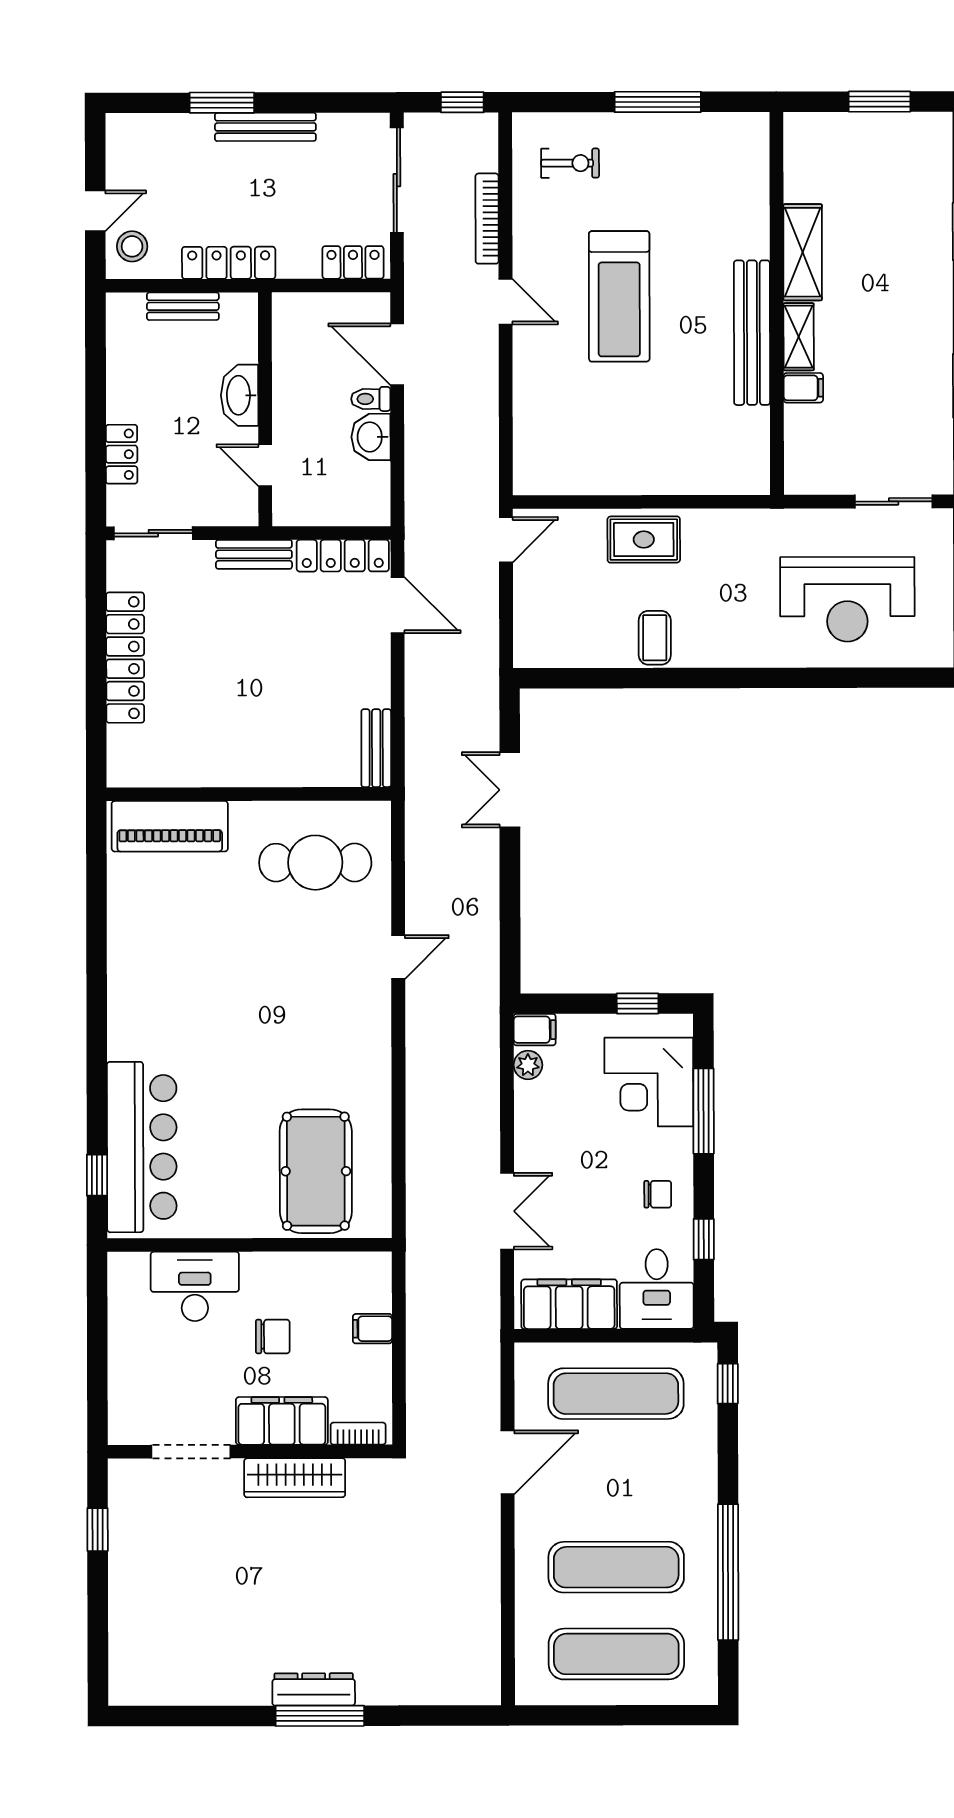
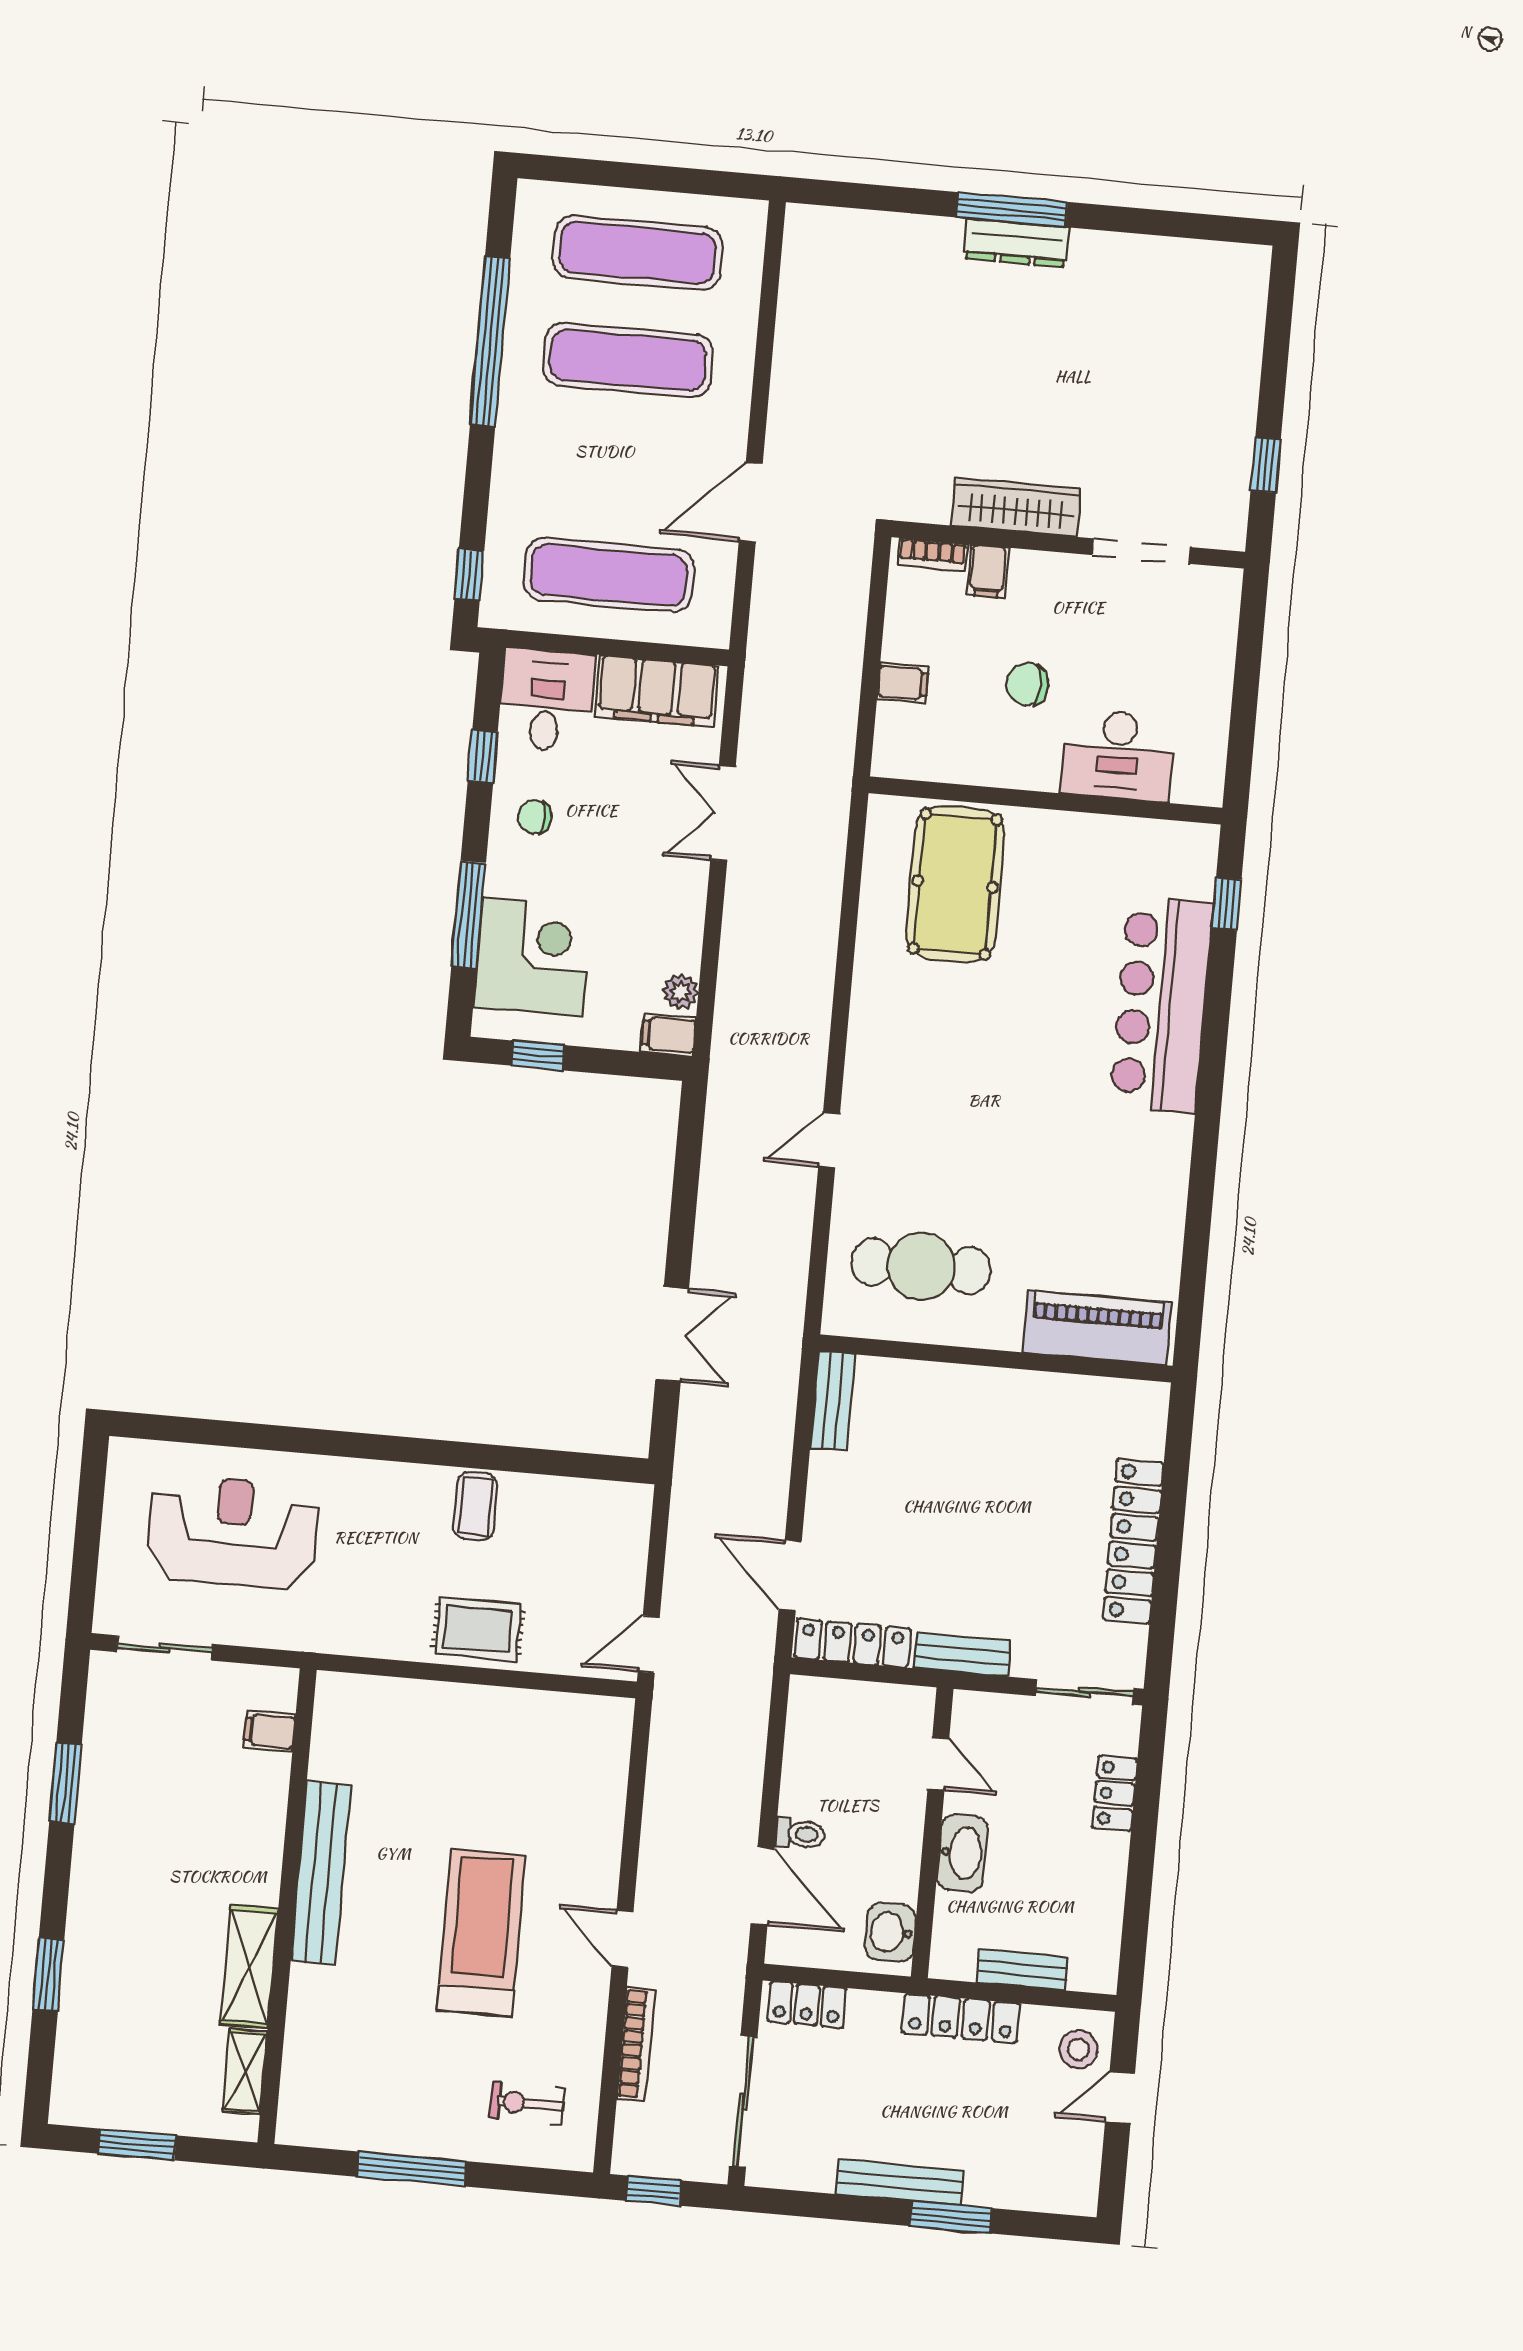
shelving: (799, 337) -> (245, 2072), moved
filing cabinet: (803, 388) -> (270, 1731), moved
washbasin: (371, 437) -> (890, 1932), moved, turned 180
bar counter: (142, 1147) -> (1161, 1005), moved
filing cabinet: (282, 1421) -> (988, 571), width x0.33, depth x0.86

